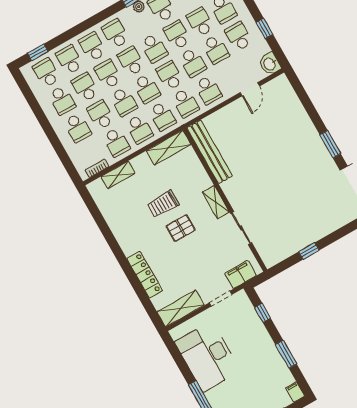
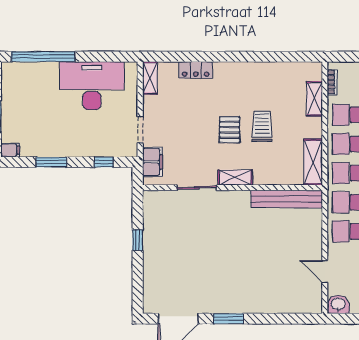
locker: (145, 275) -> (196, 70), width x0.66
shelving: (181, 308) -> (150, 78), width x0.67, depth x0.75

